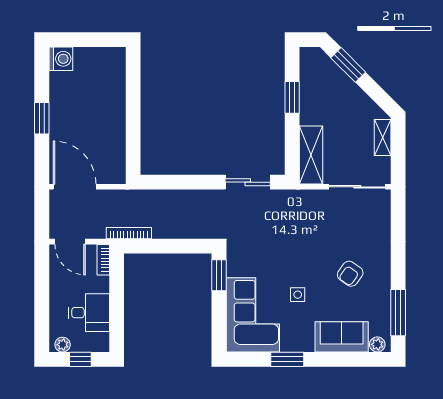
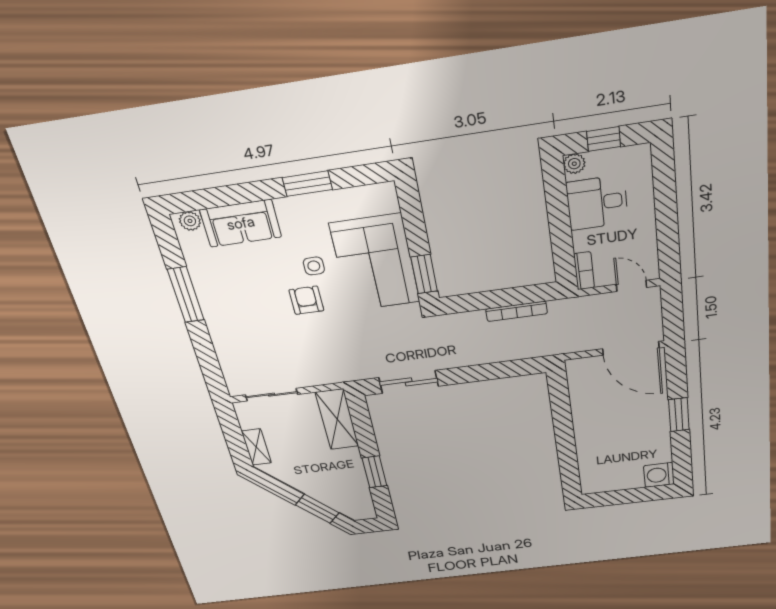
sliding door: (357, 187) -> (272, 395), width x0.73
bookcase: (129, 233) -> (517, 311), moved
door: (70, 242) -> (632, 286), width x0.73
armchair: (350, 274) -> (306, 300), moved, turned -35
window: (398, 313) -> (186, 295), moved
corner sofa: (253, 315) -> (375, 263), moved
plant: (63, 345) -> (574, 164), moved

